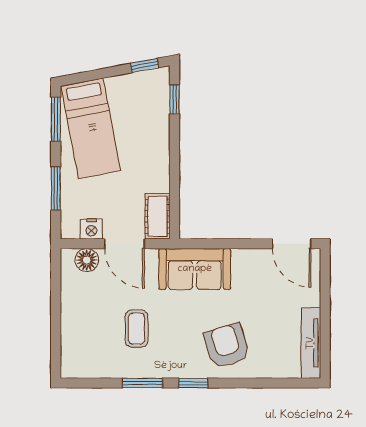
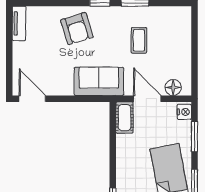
nightstand: (91, 229) -> (184, 112), moved, turned 90
tv unit: (311, 343) -> (19, 23), width x0.71

